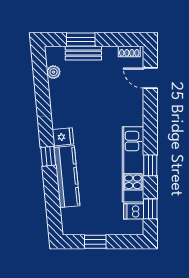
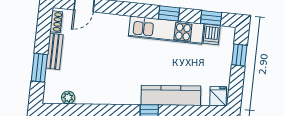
bench: (83, 53) -> (54, 51), moved
fridge: (63, 137) -> (218, 96), moved
window: (95, 242) -> (239, 55), moved

